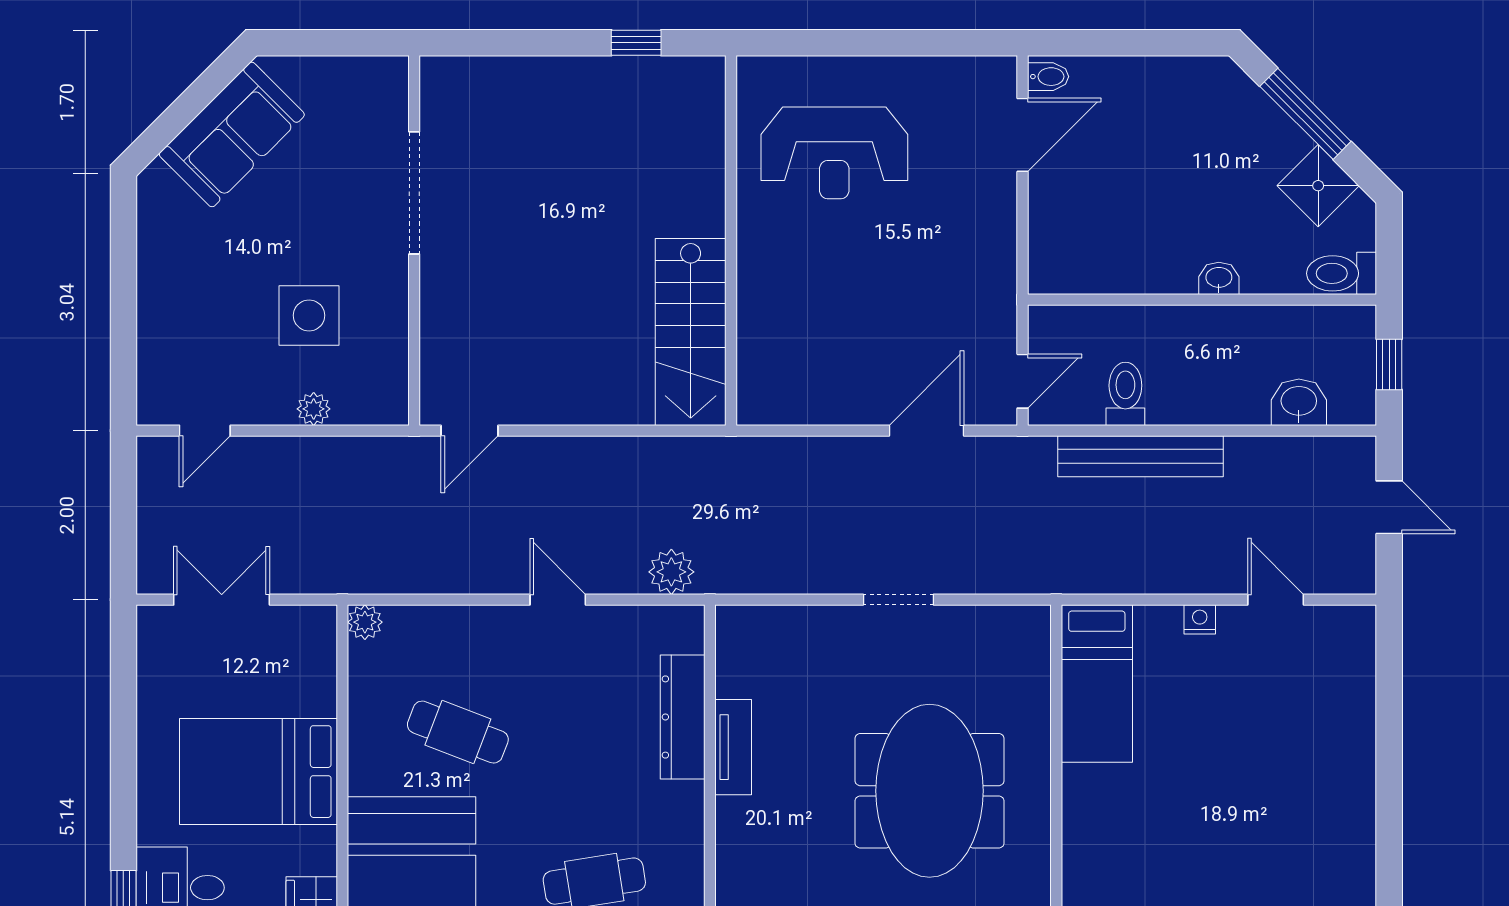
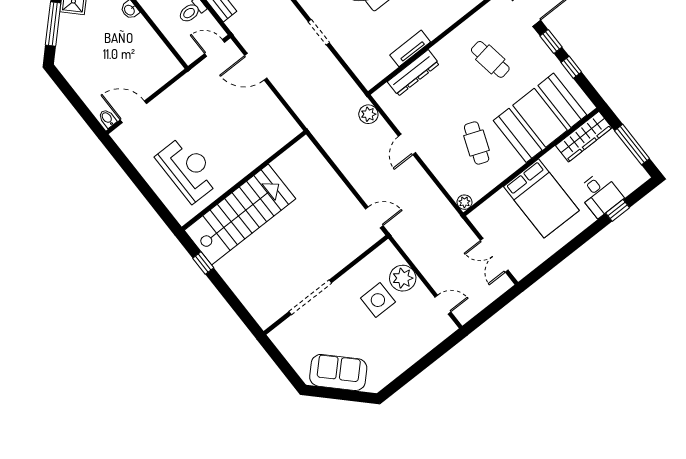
stairs: (691, 332) -> (240, 215), moved, width x1.36, depth x1.51
plant: (314, 409) -> (403, 278), width x1.88, depth x1.88

